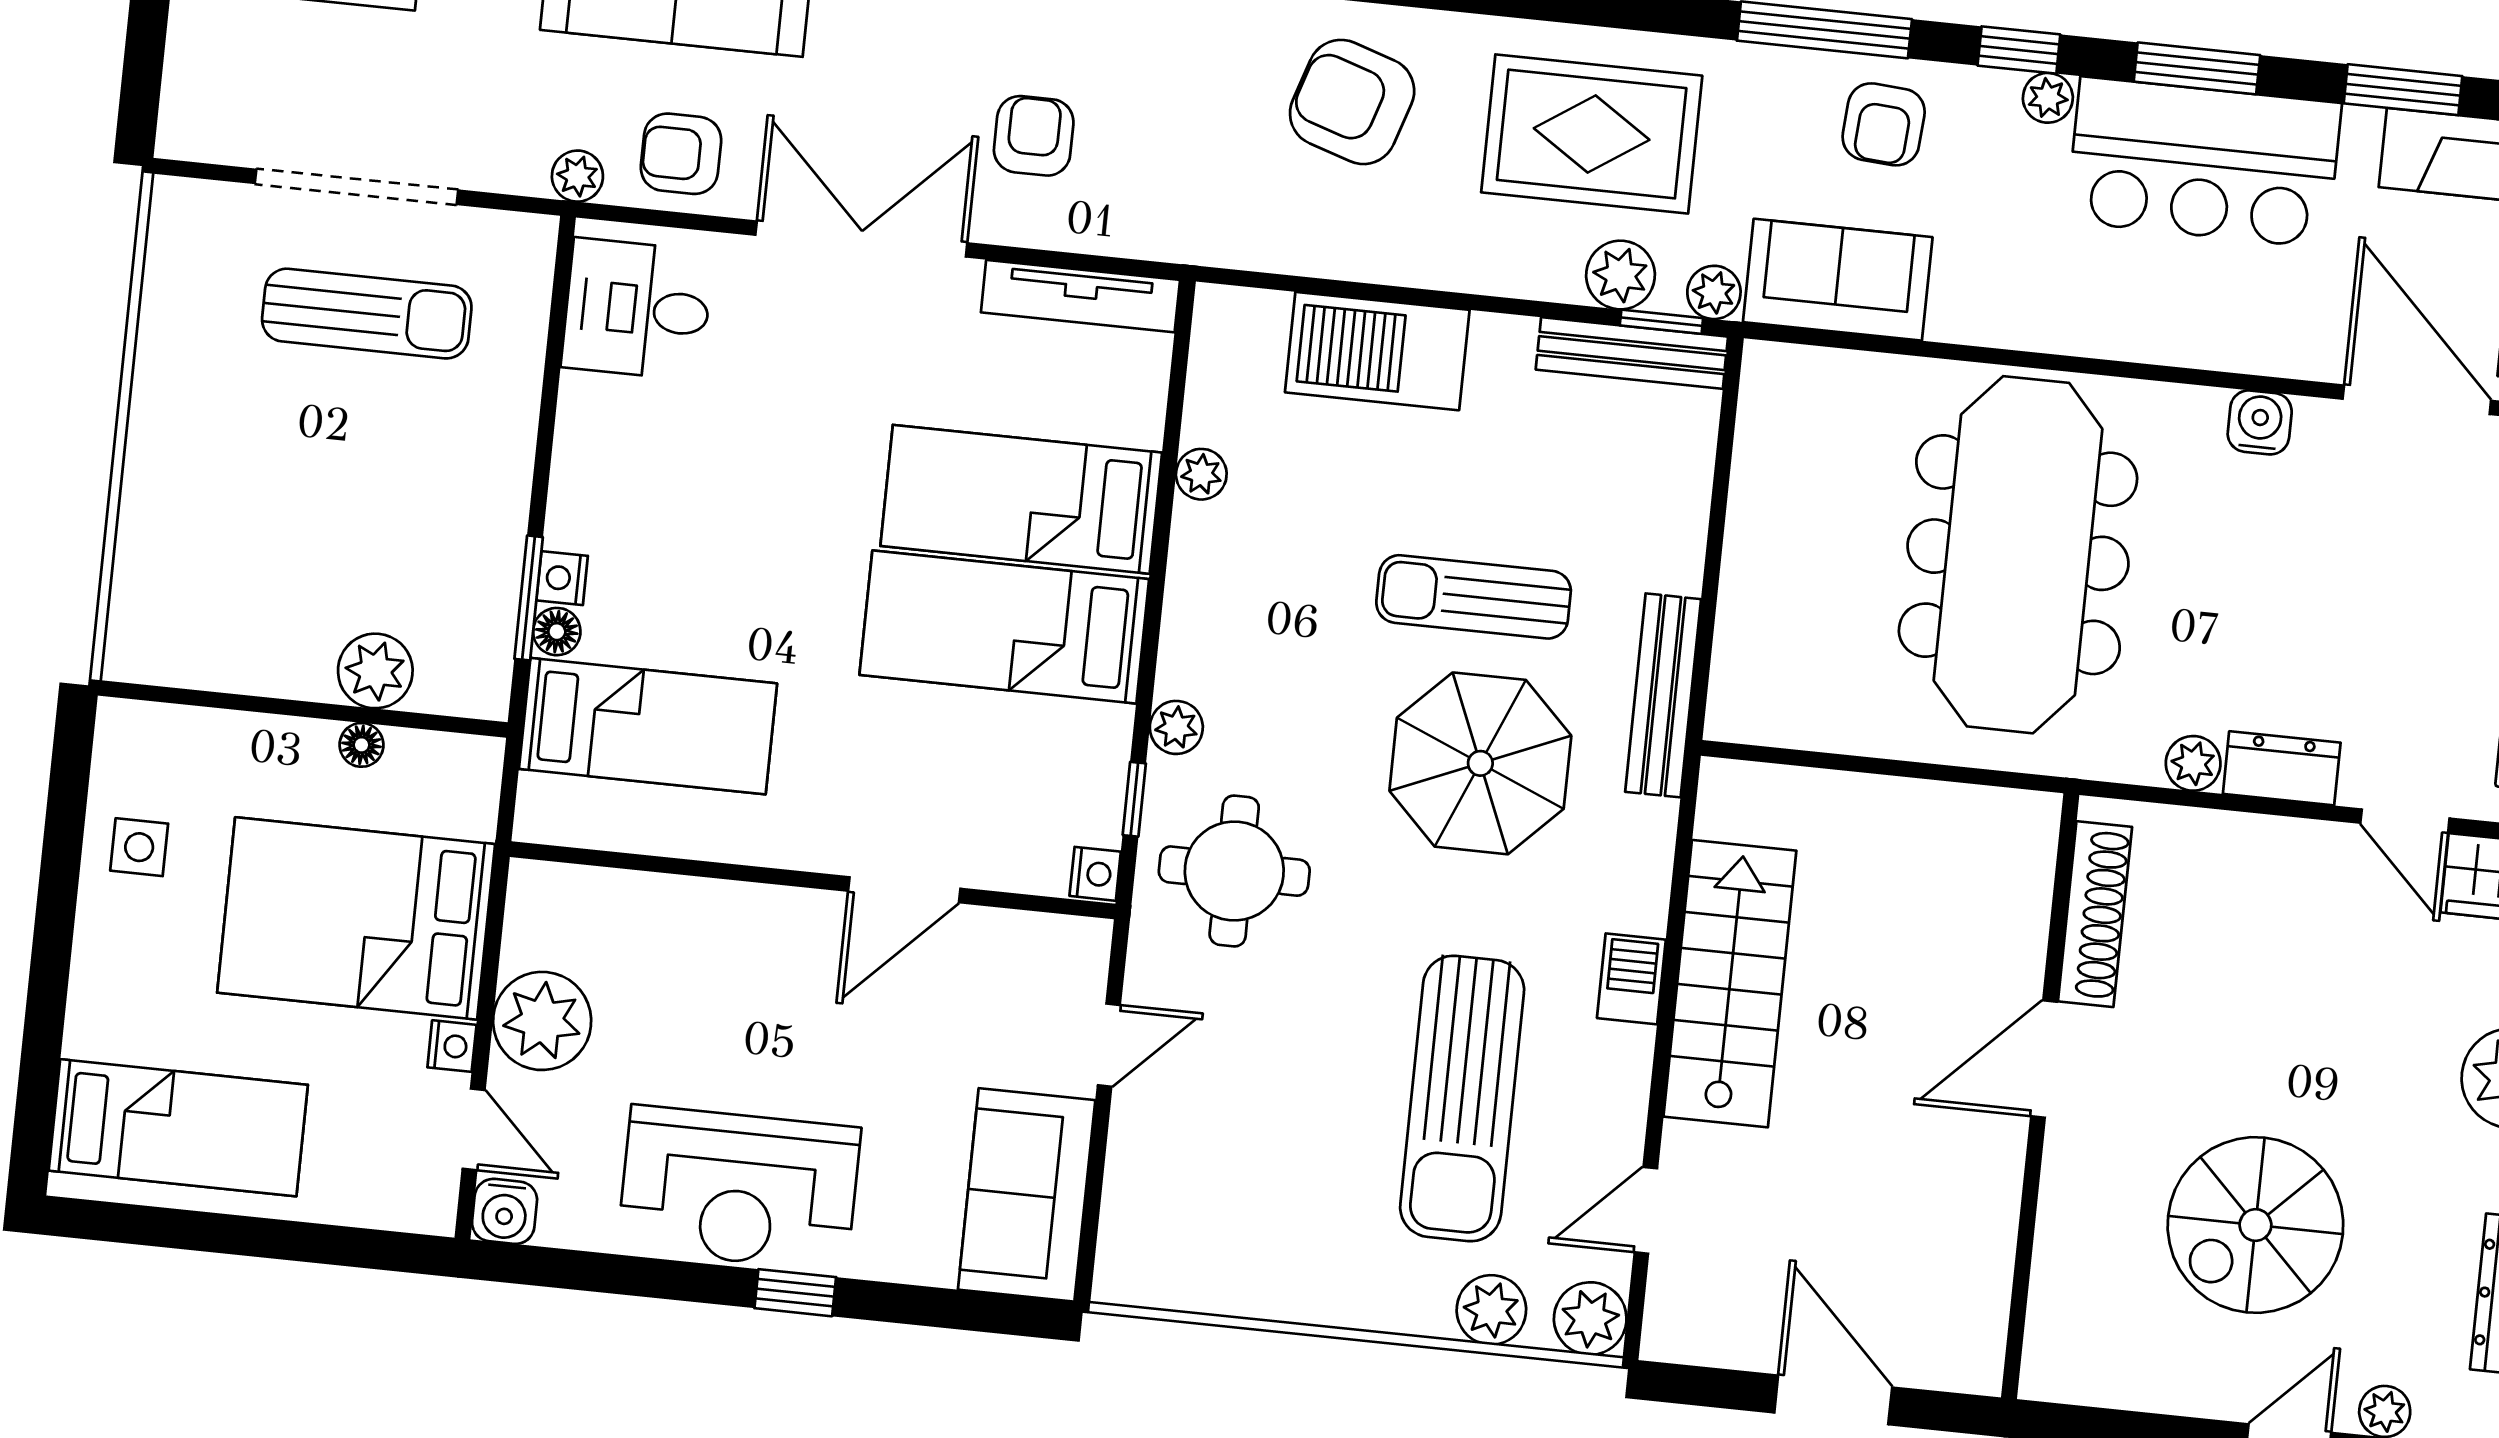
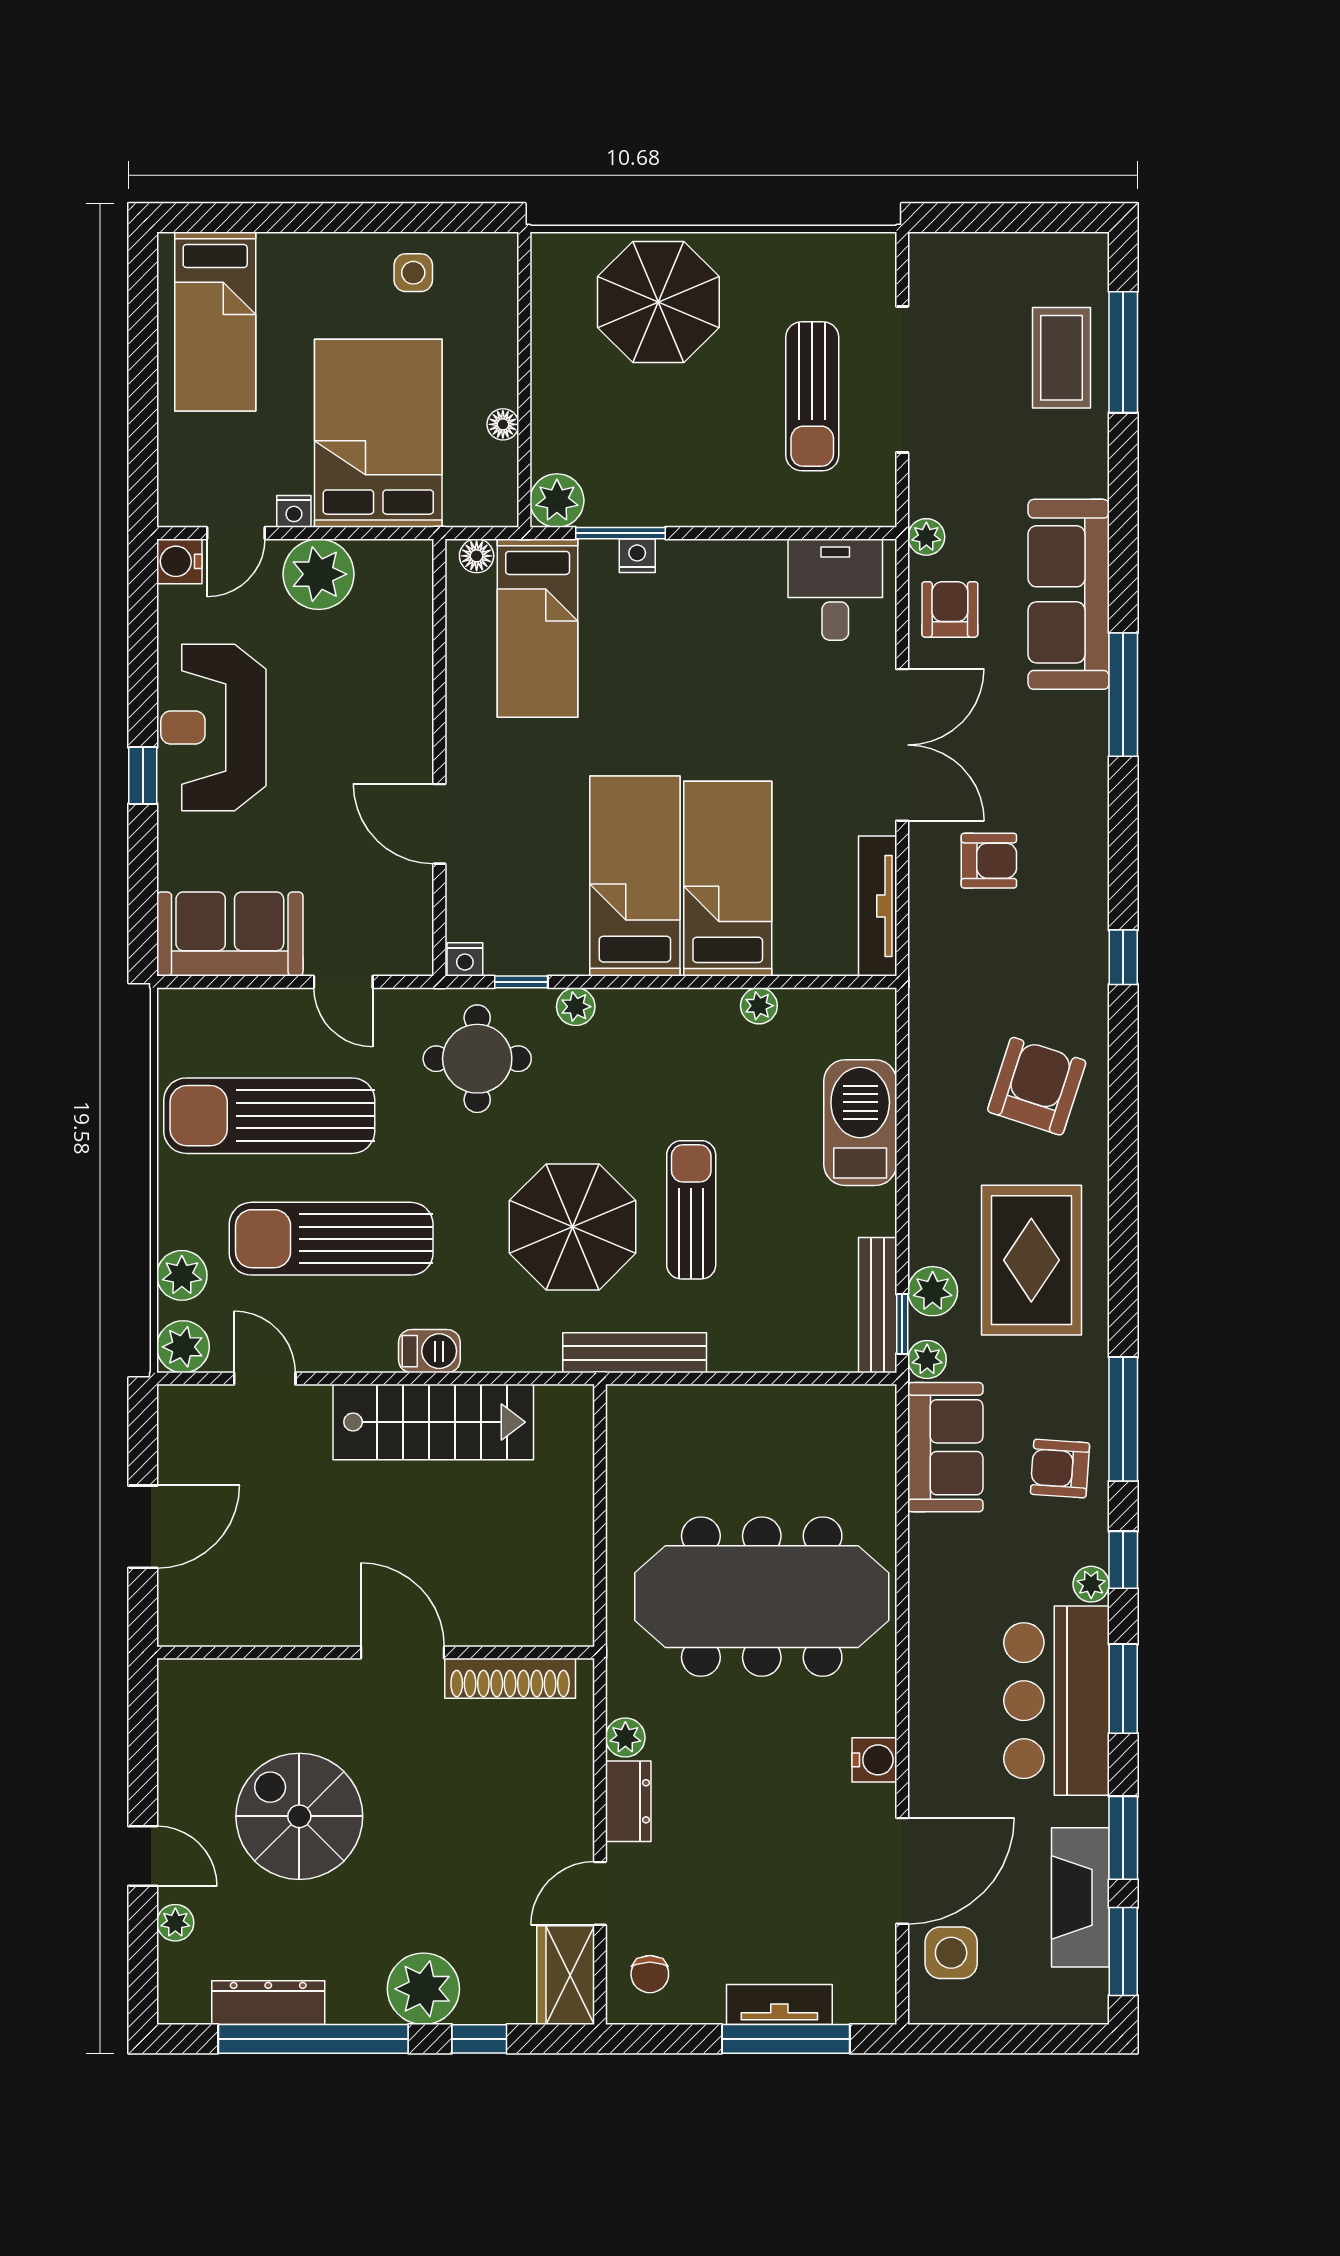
parasol: (215, 513) -> (658, 302), added
floor lamp: (557, 632) -> (477, 556), moved
plant: (375, 671) -> (557, 501), moved
sun lounger: (1283, 1166) -> (269, 1116), added

